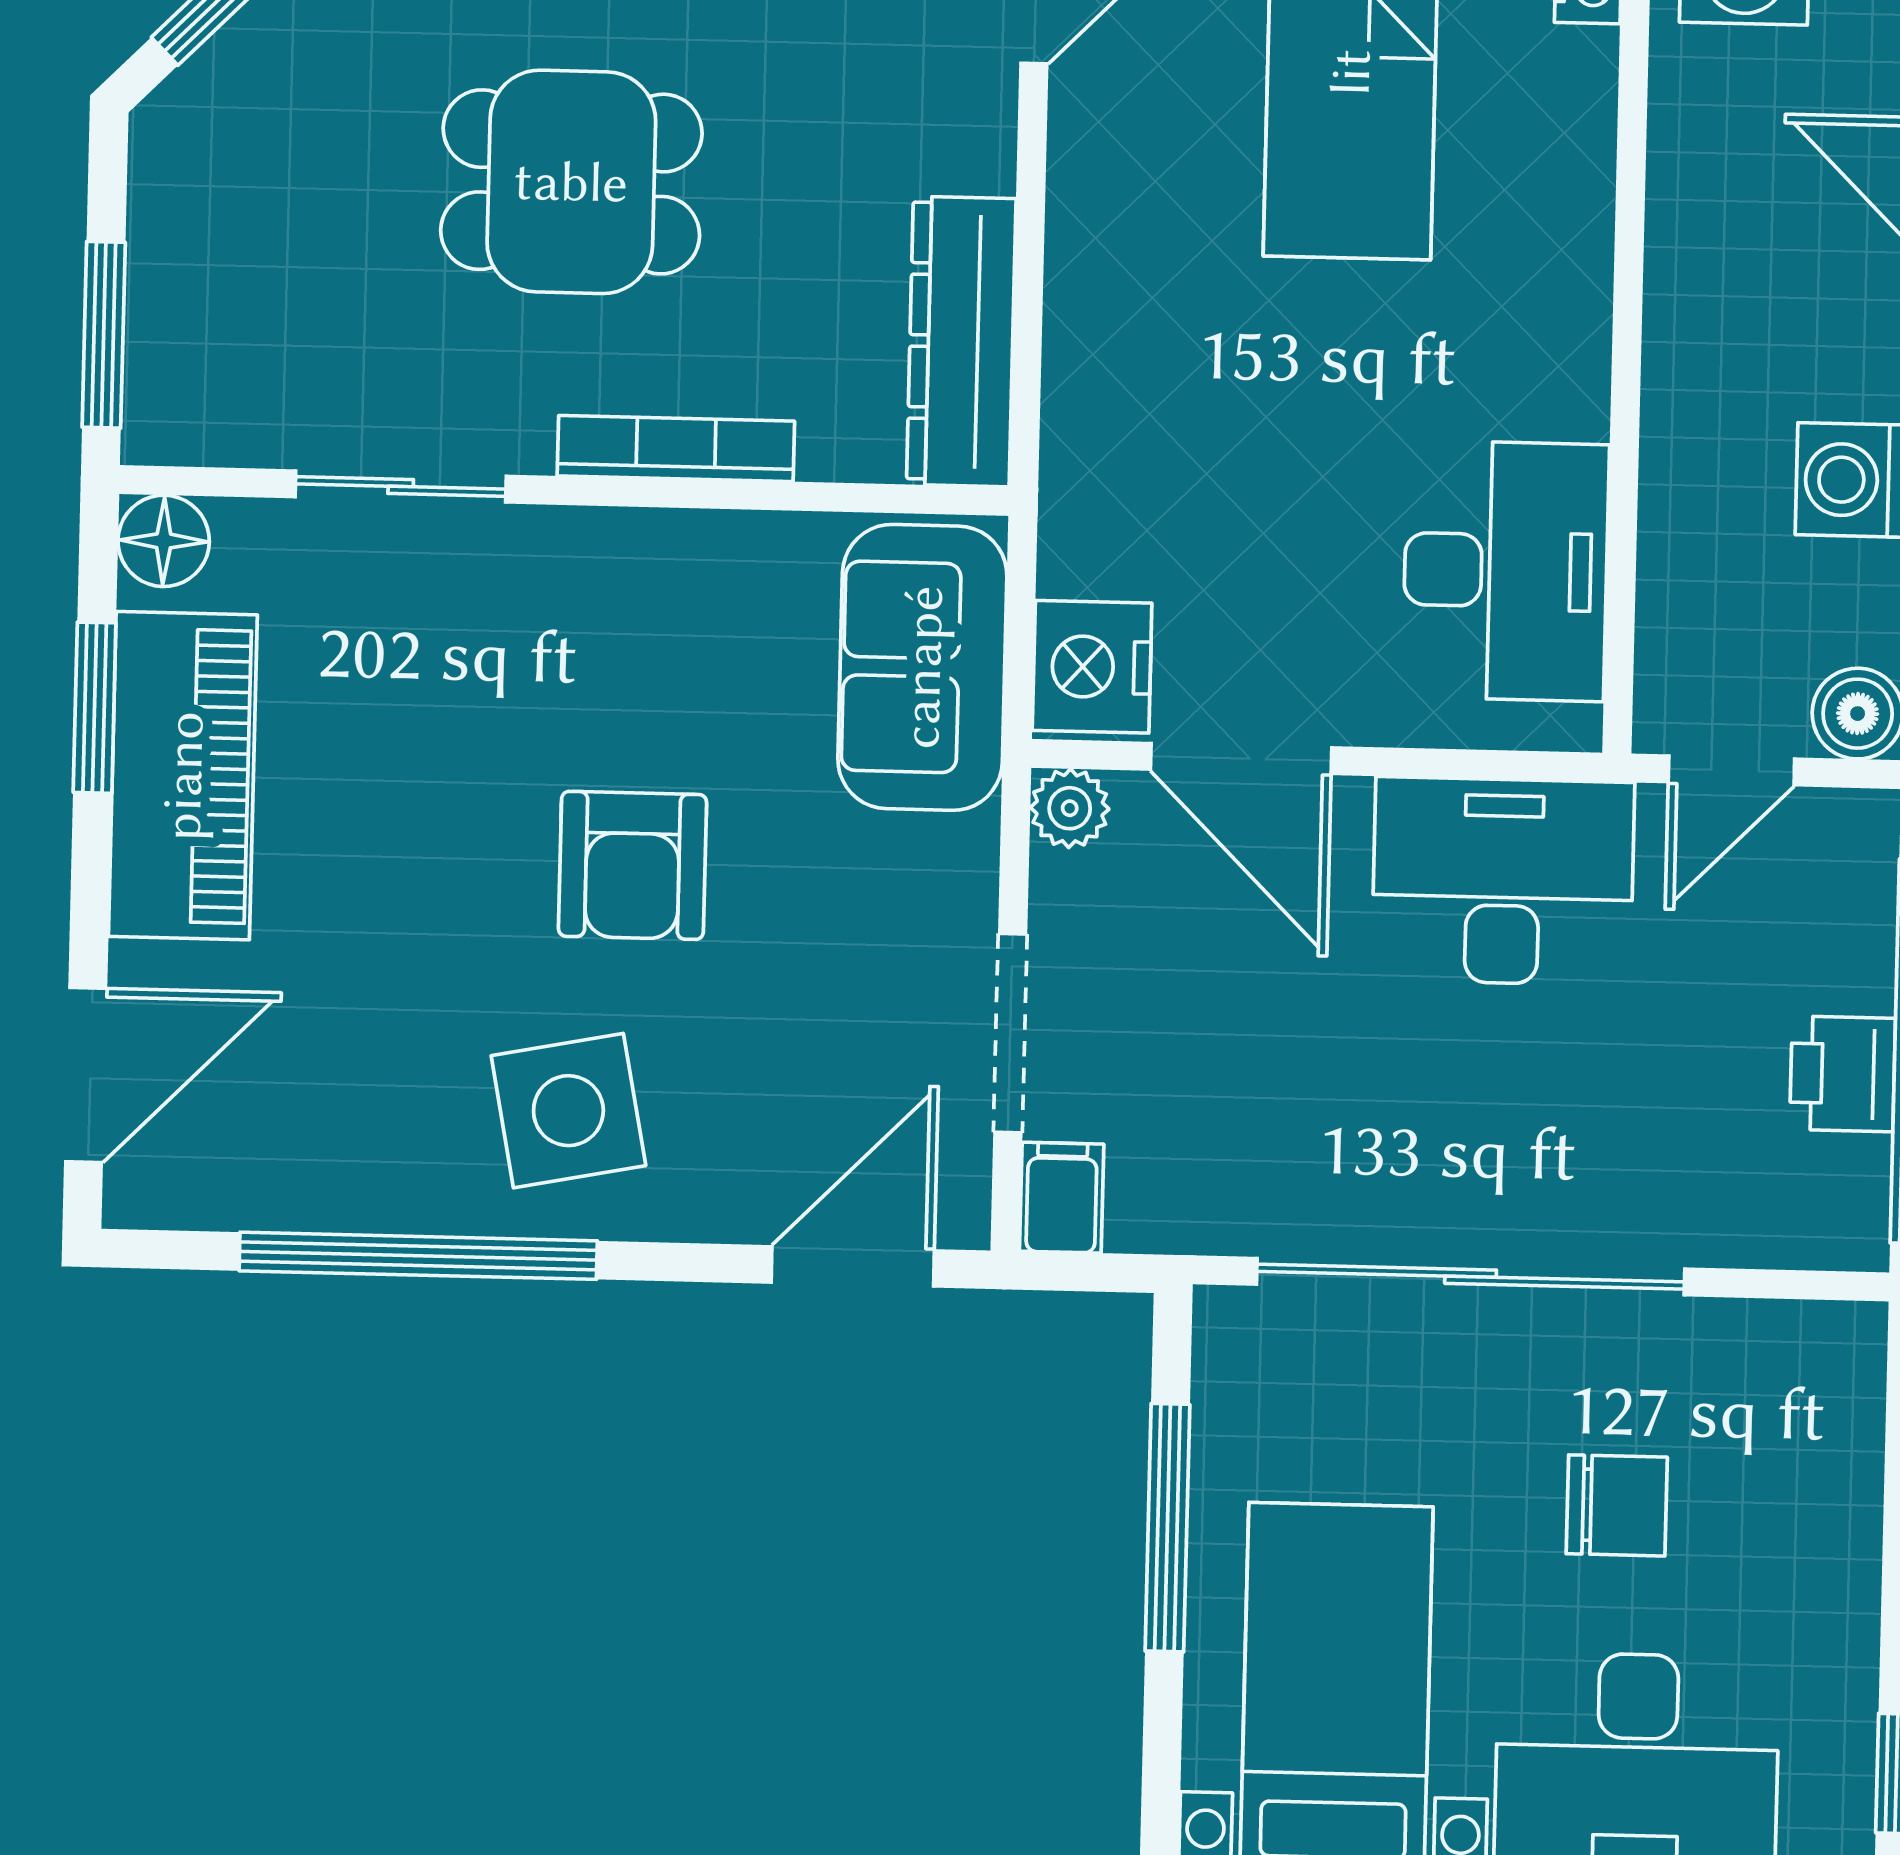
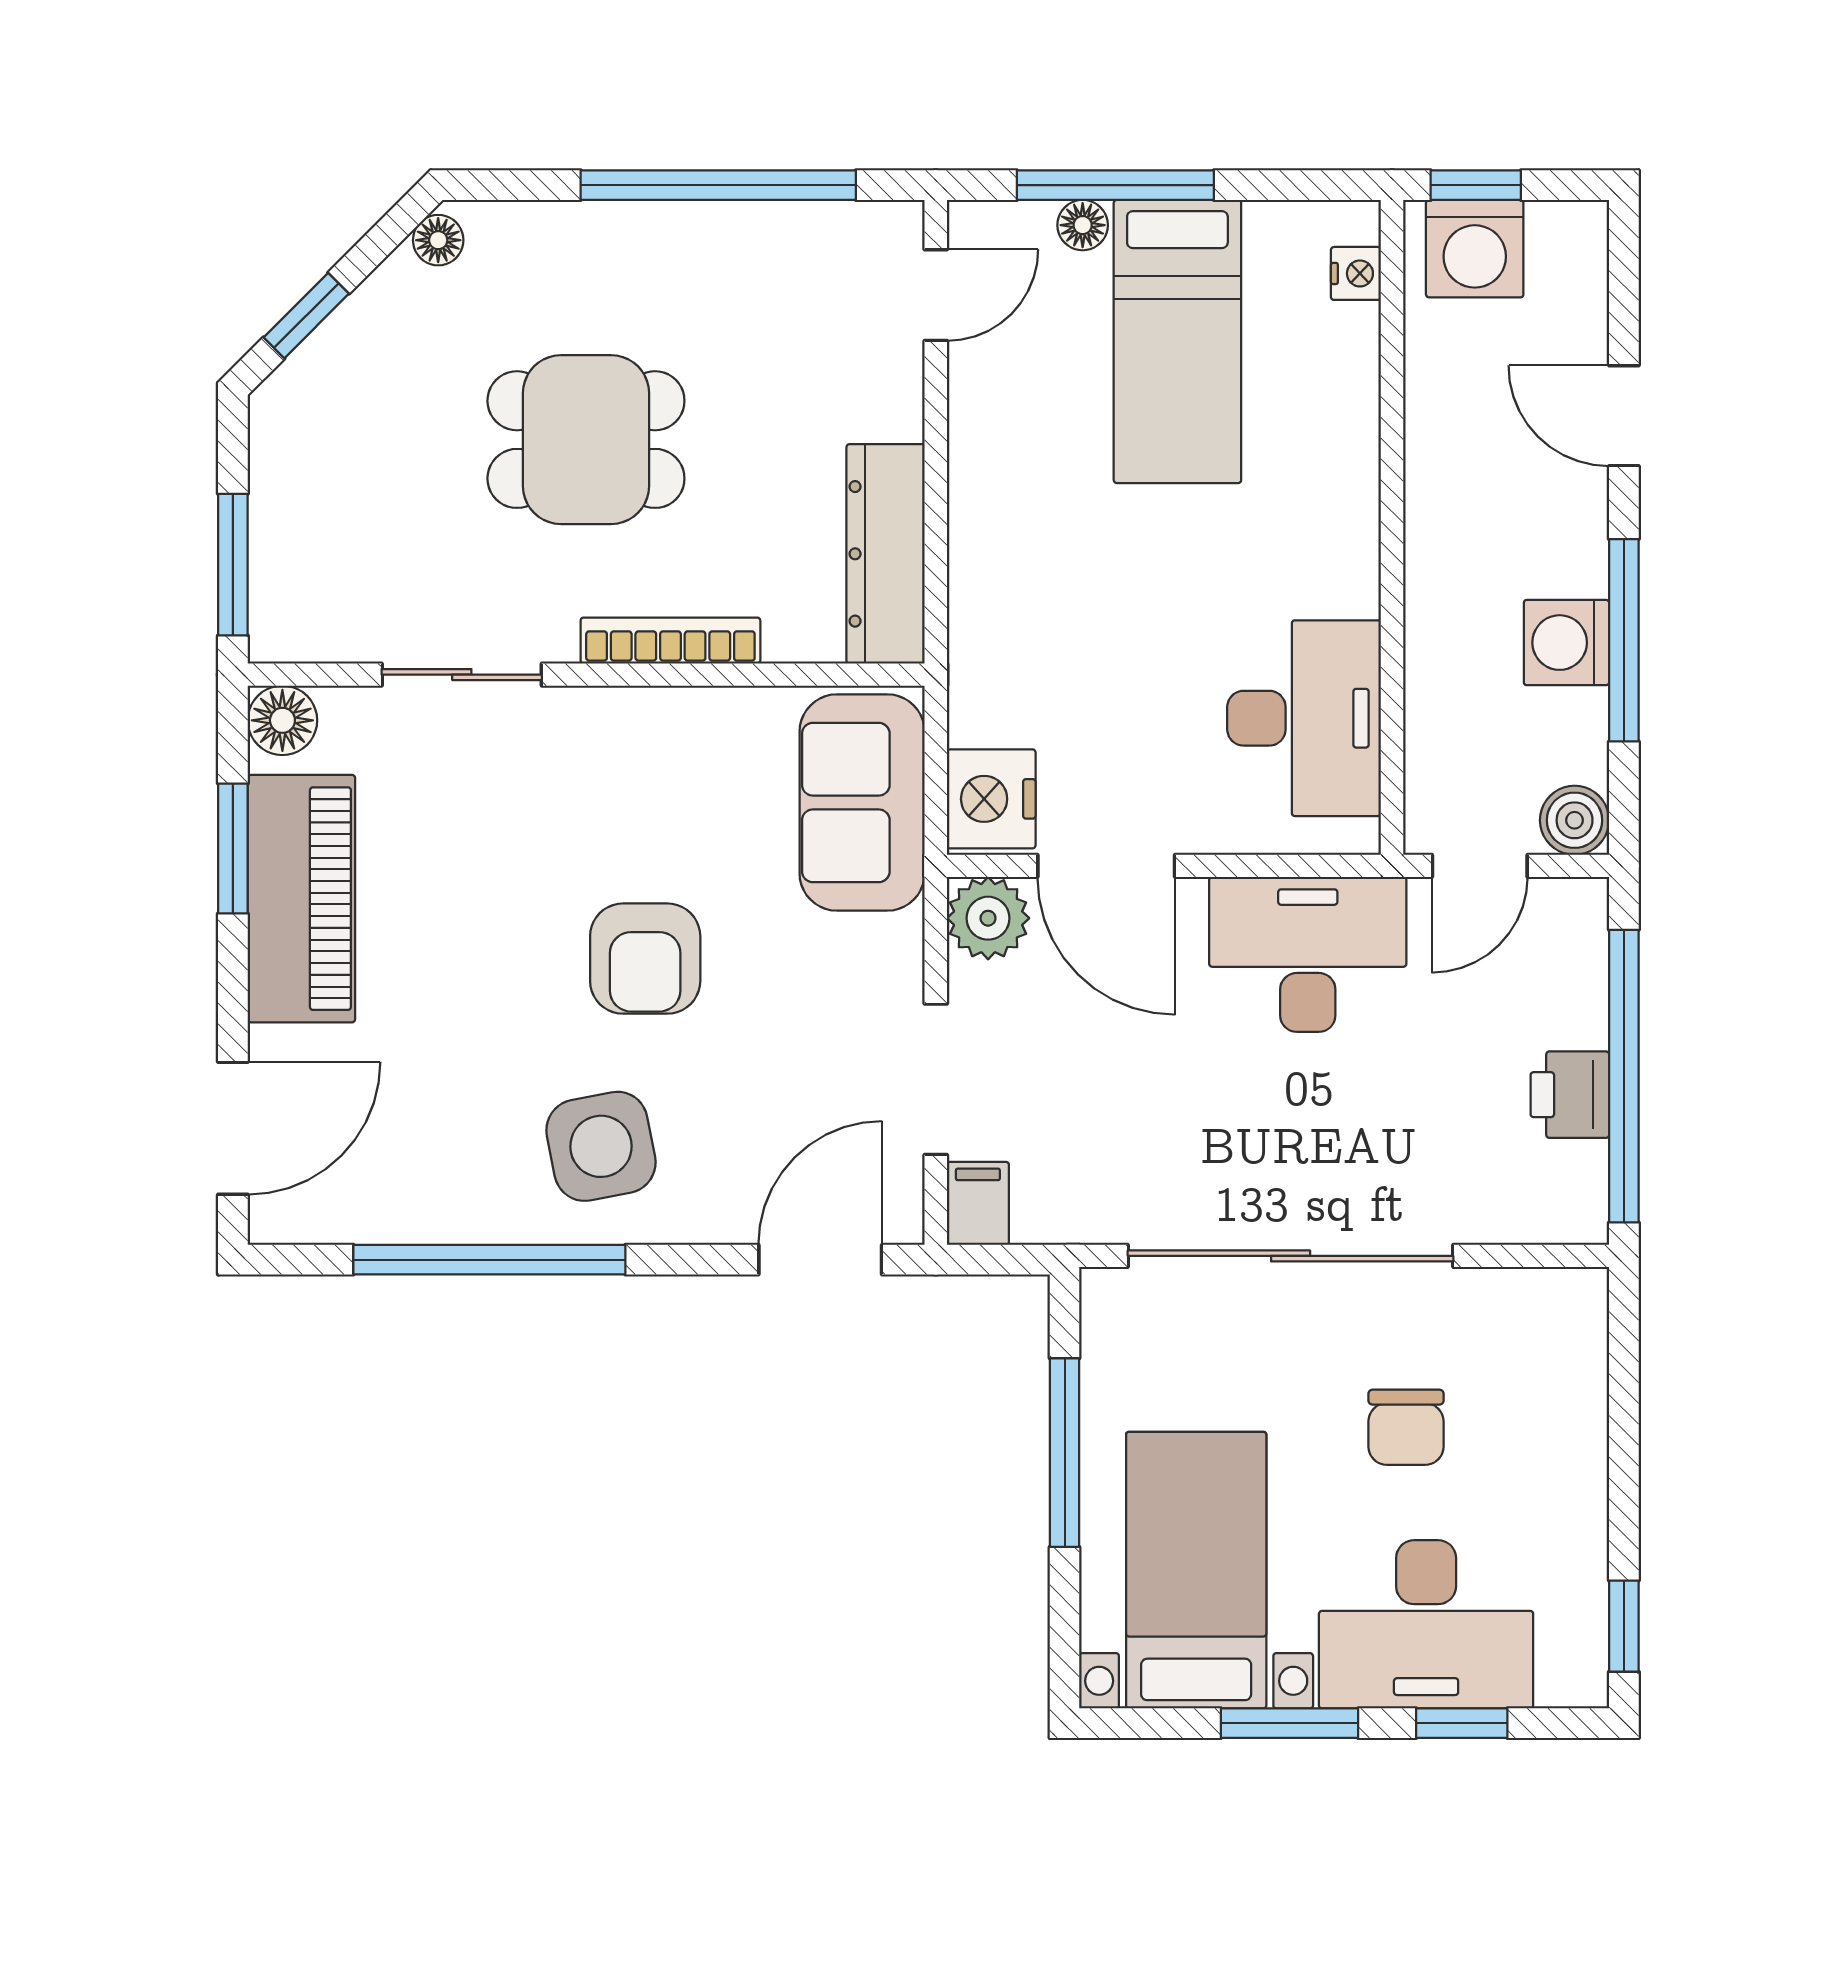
plant: (1070, 808) -> (988, 918), width x1.38, depth x1.38
chair: (1617, 1505) -> (1406, 1427), turned 90

